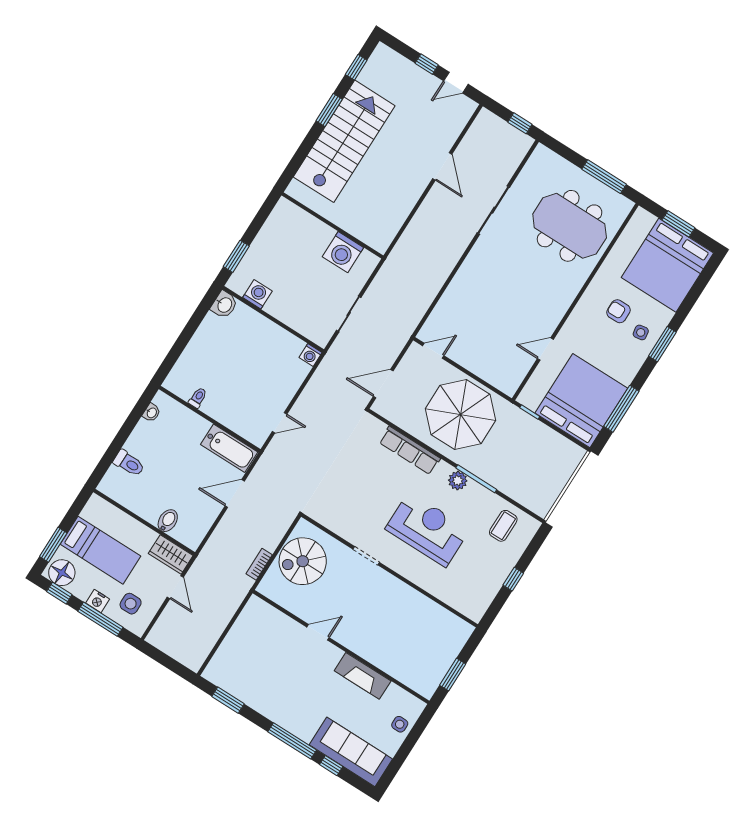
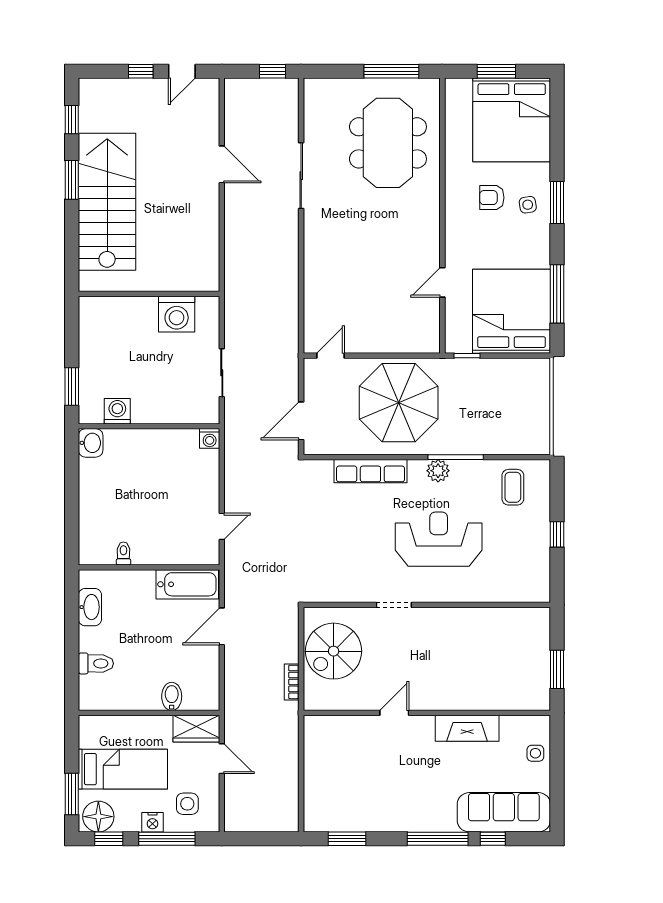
meeting table: (570, 226) -> (388, 143), turned 90
washbasin: (151, 413) -> (90, 607), width x1.91, depth x1.45

